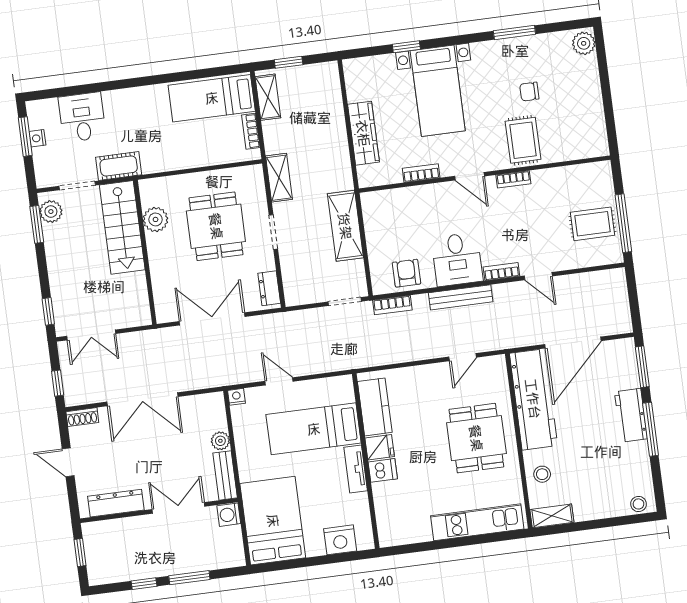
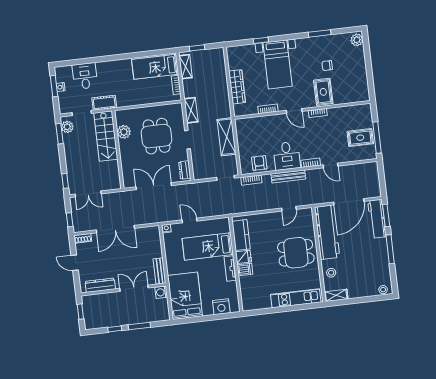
workbench: (631, 415) -> (377, 219), moved, width x1.38
dining table: (476, 438) -> (296, 253), turned 90
plant: (220, 441) -> (157, 252), removed

